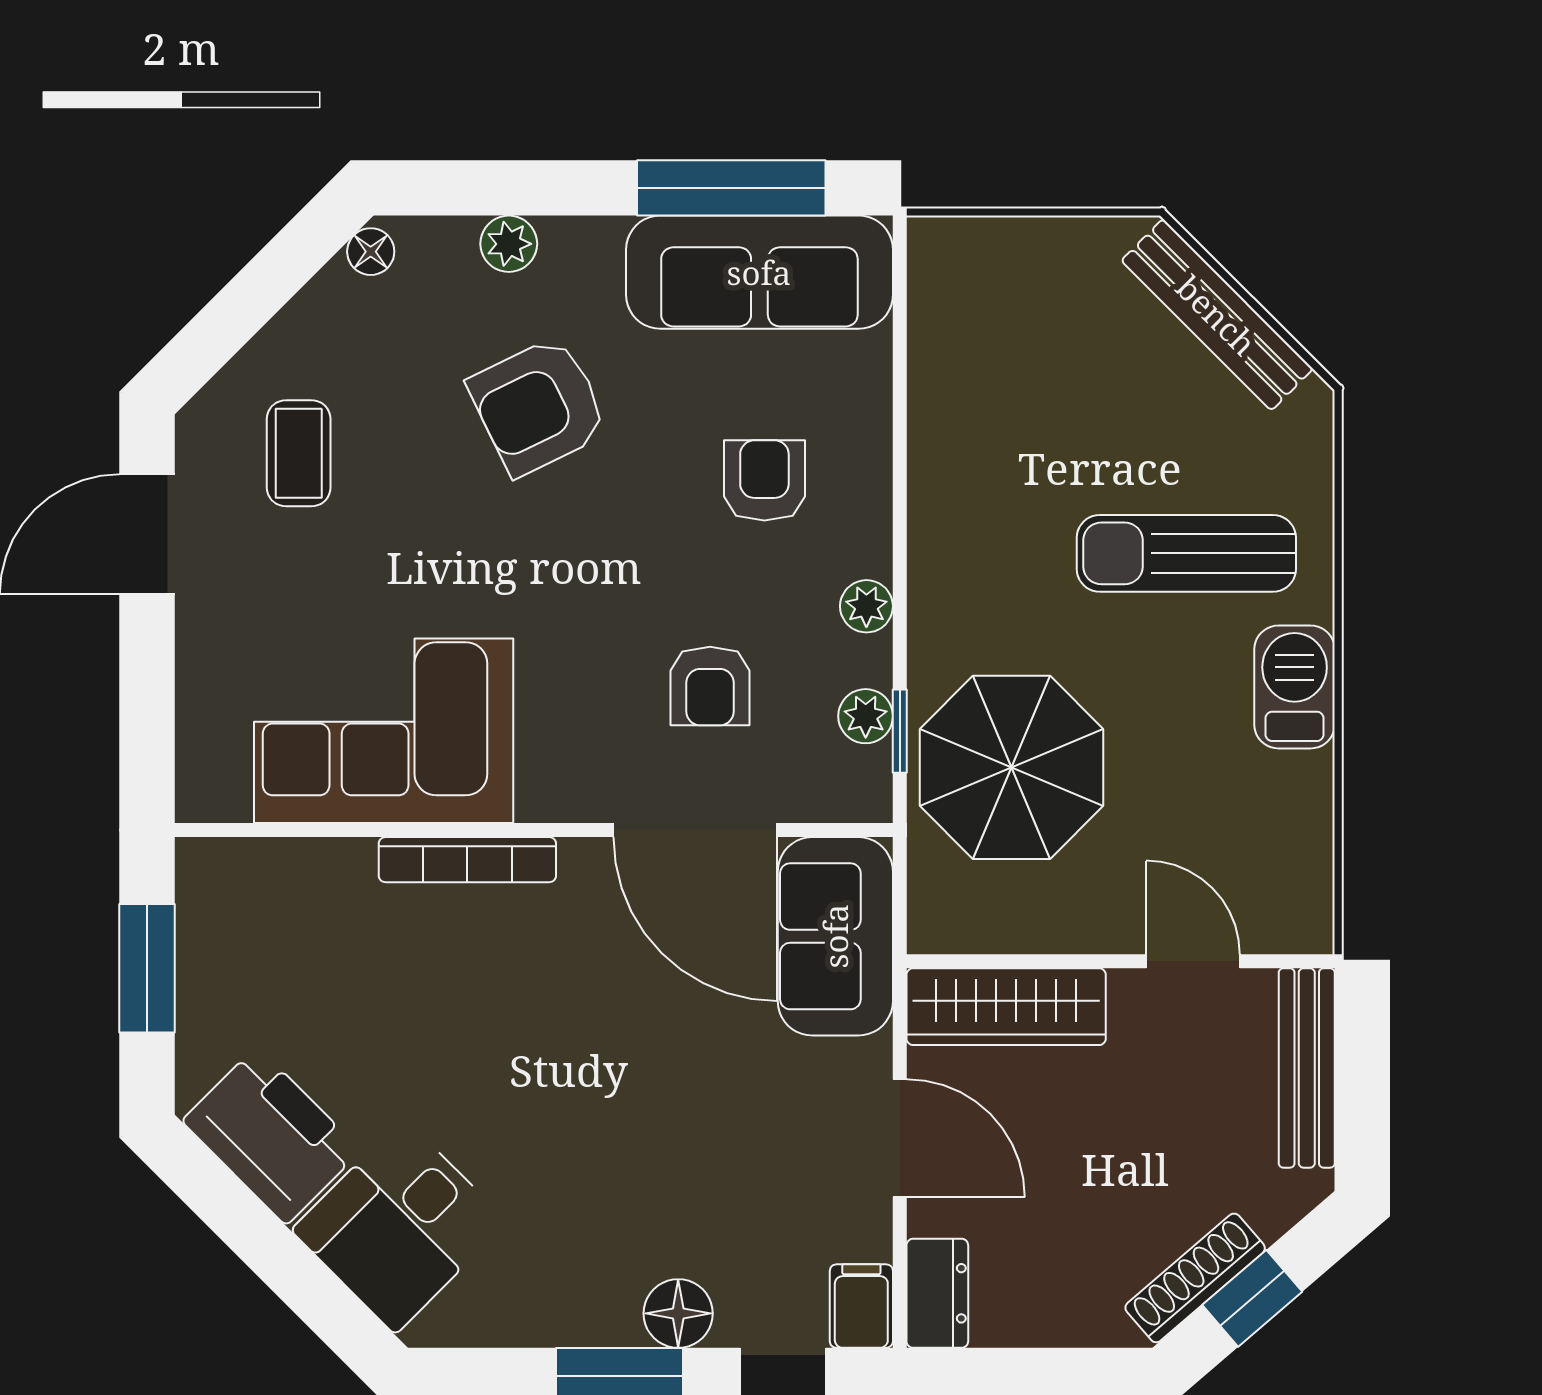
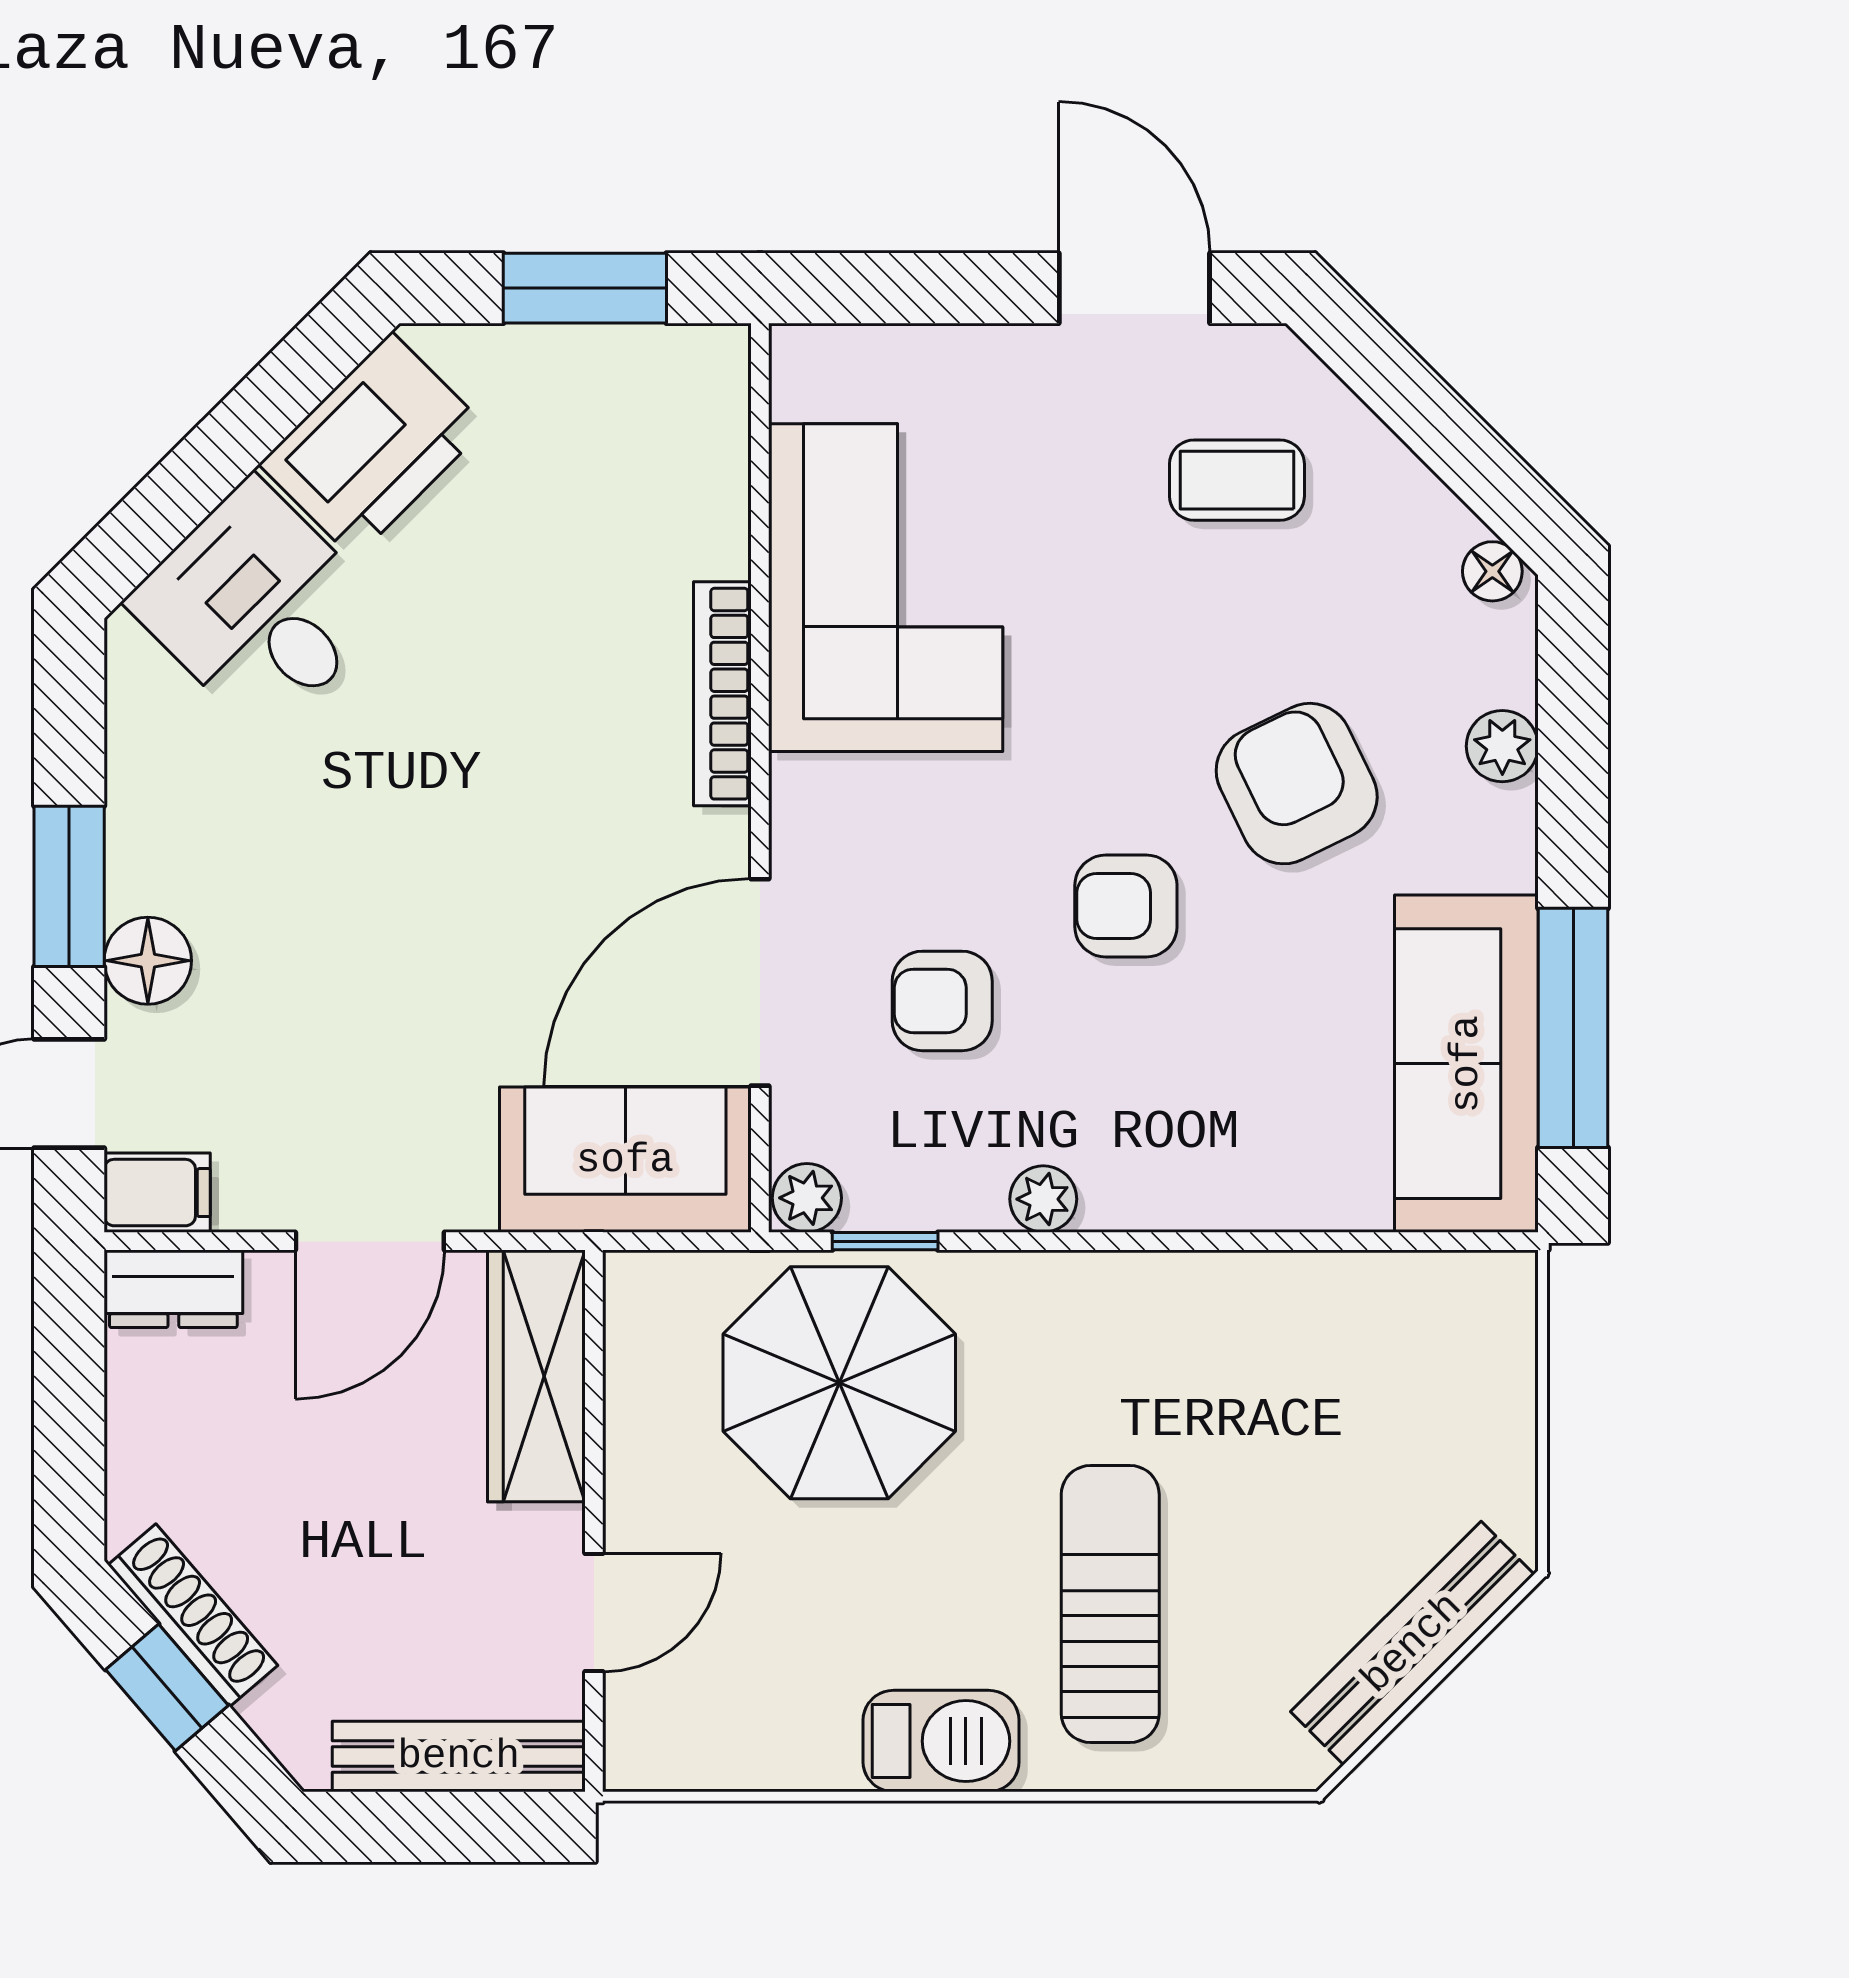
armchair: (764, 480) -> (1126, 906), moved, turned 180
plant: (866, 716) -> (807, 1198), moved

